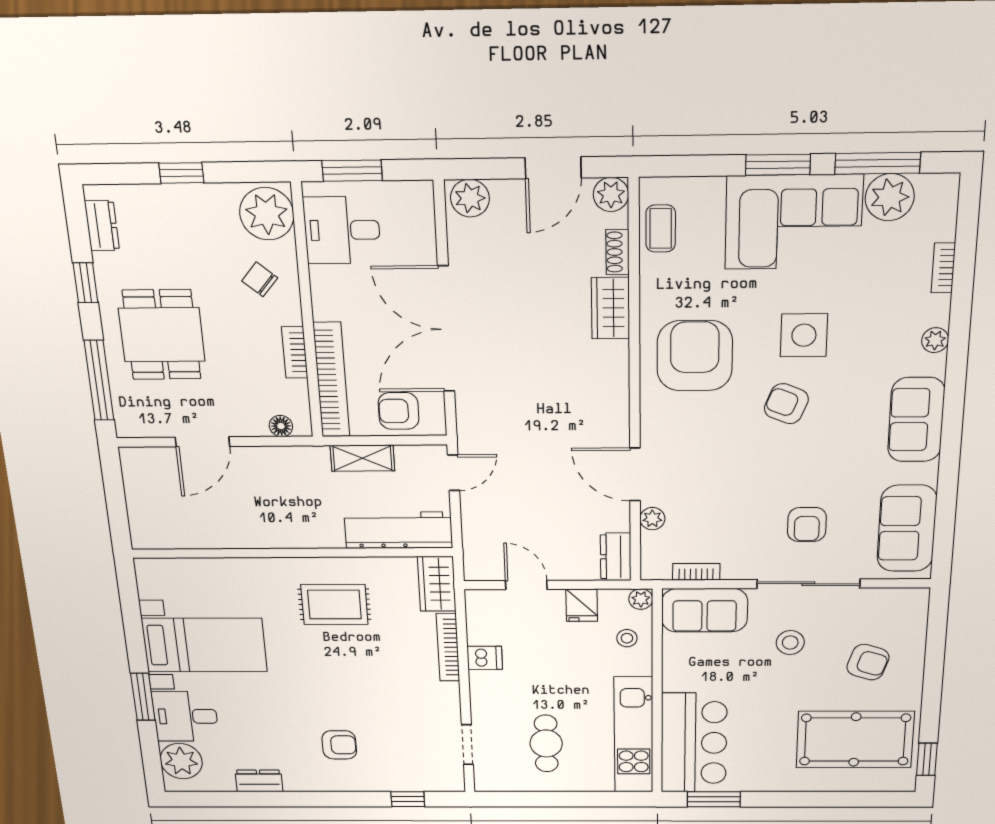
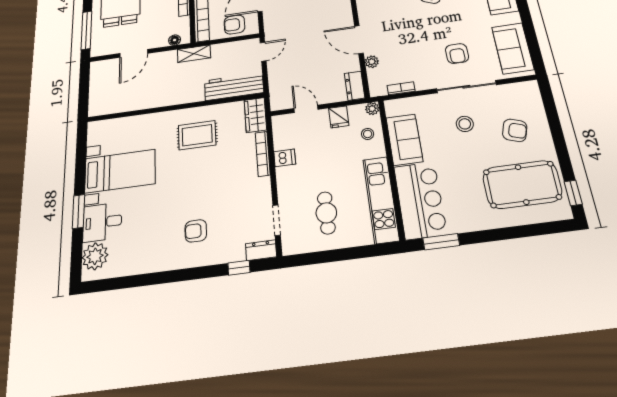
shelving: (362, 458) -> (194, 54), moved
sofa: (705, 610) -> (404, 140), moved, turned -90
armchair: (339, 745) -> (196, 231), turned 180
dresser: (259, 781) -> (261, 250), moved

